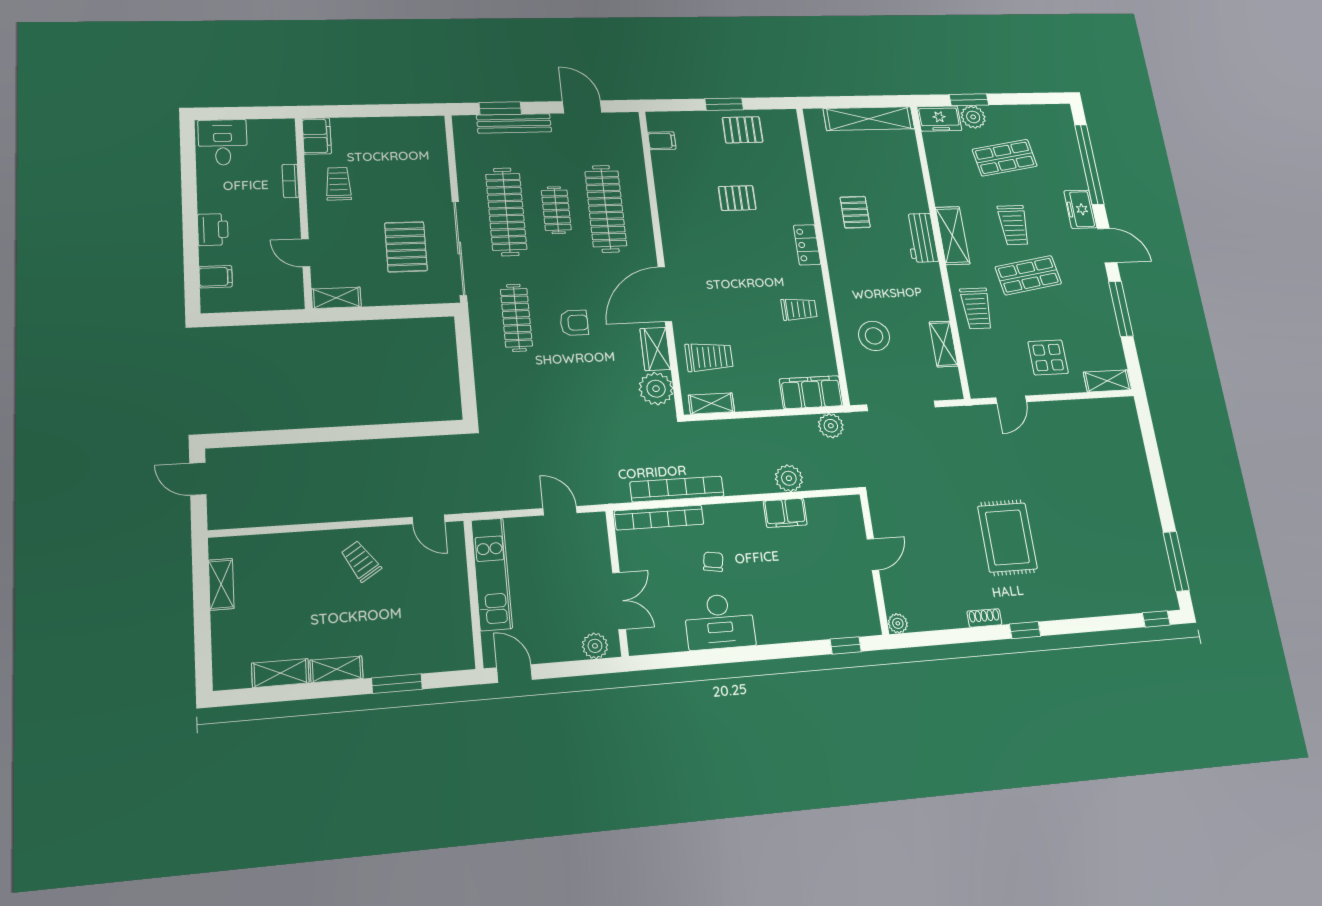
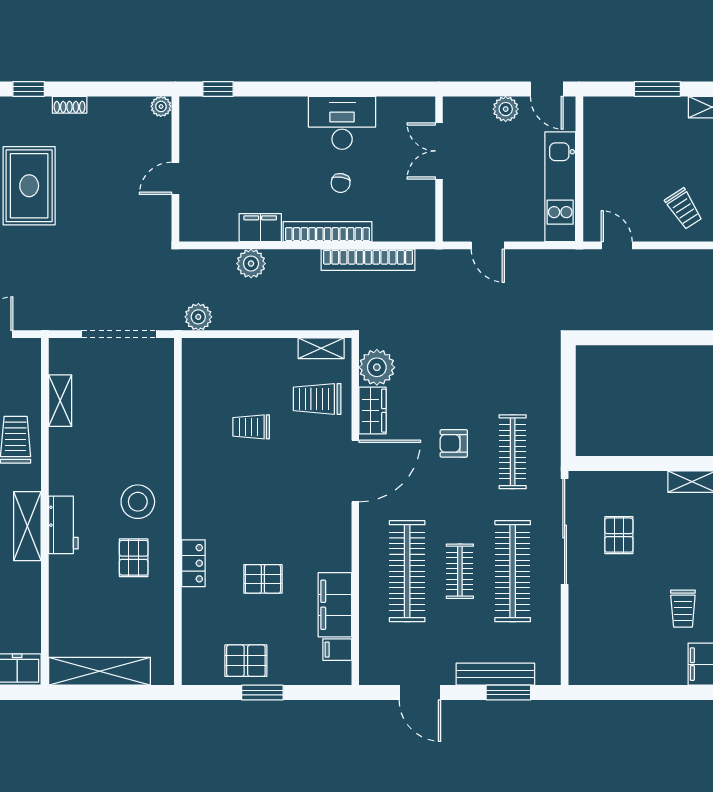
locker: (807, 245) -> (193, 563), moved
pallet: (406, 247) -> (619, 535), width x0.67, depth x0.71
trolley: (799, 309) -> (251, 427), moved
stool: (874, 336) -> (138, 502), moved
filing cabinet: (811, 392) -> (335, 605), moved, turned 90
bookcase: (659, 518) -> (328, 232), moved
plant: (595, 646) -> (506, 109), moved

